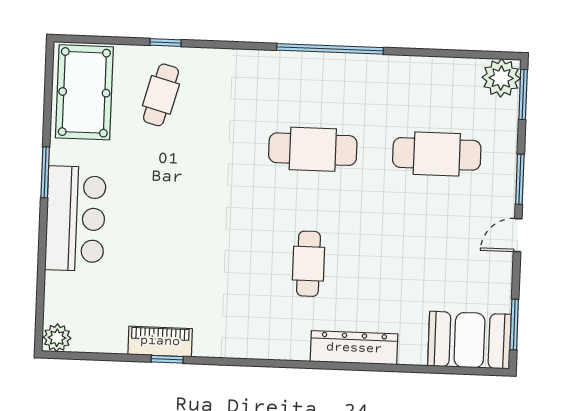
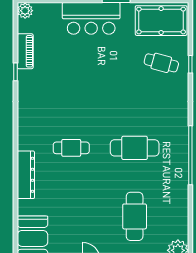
cafe table: (313, 149) -> (135, 148), turned 90
piano: (160, 341) -> (25, 51), moved

